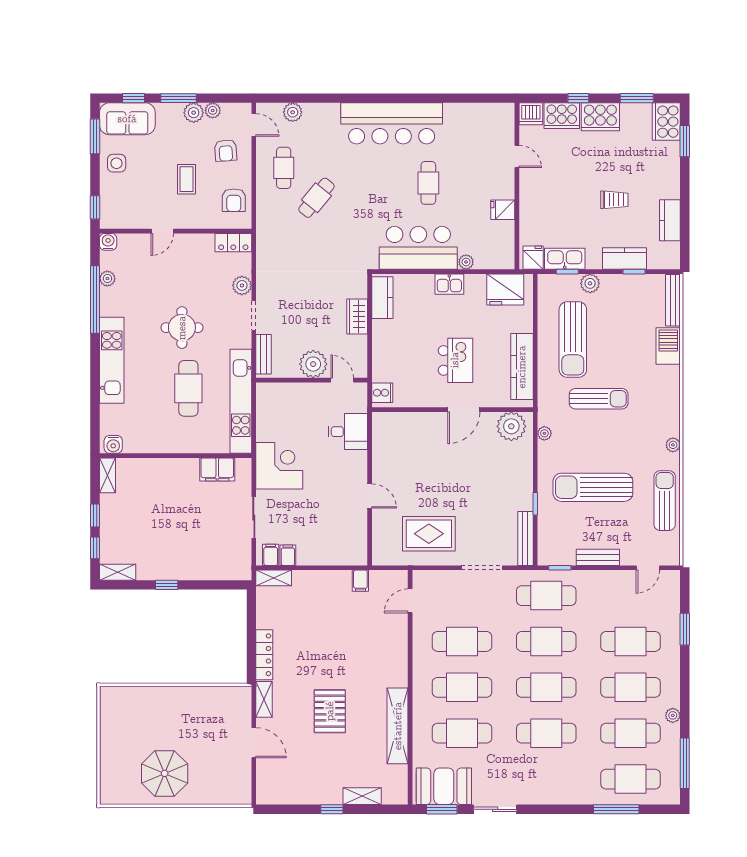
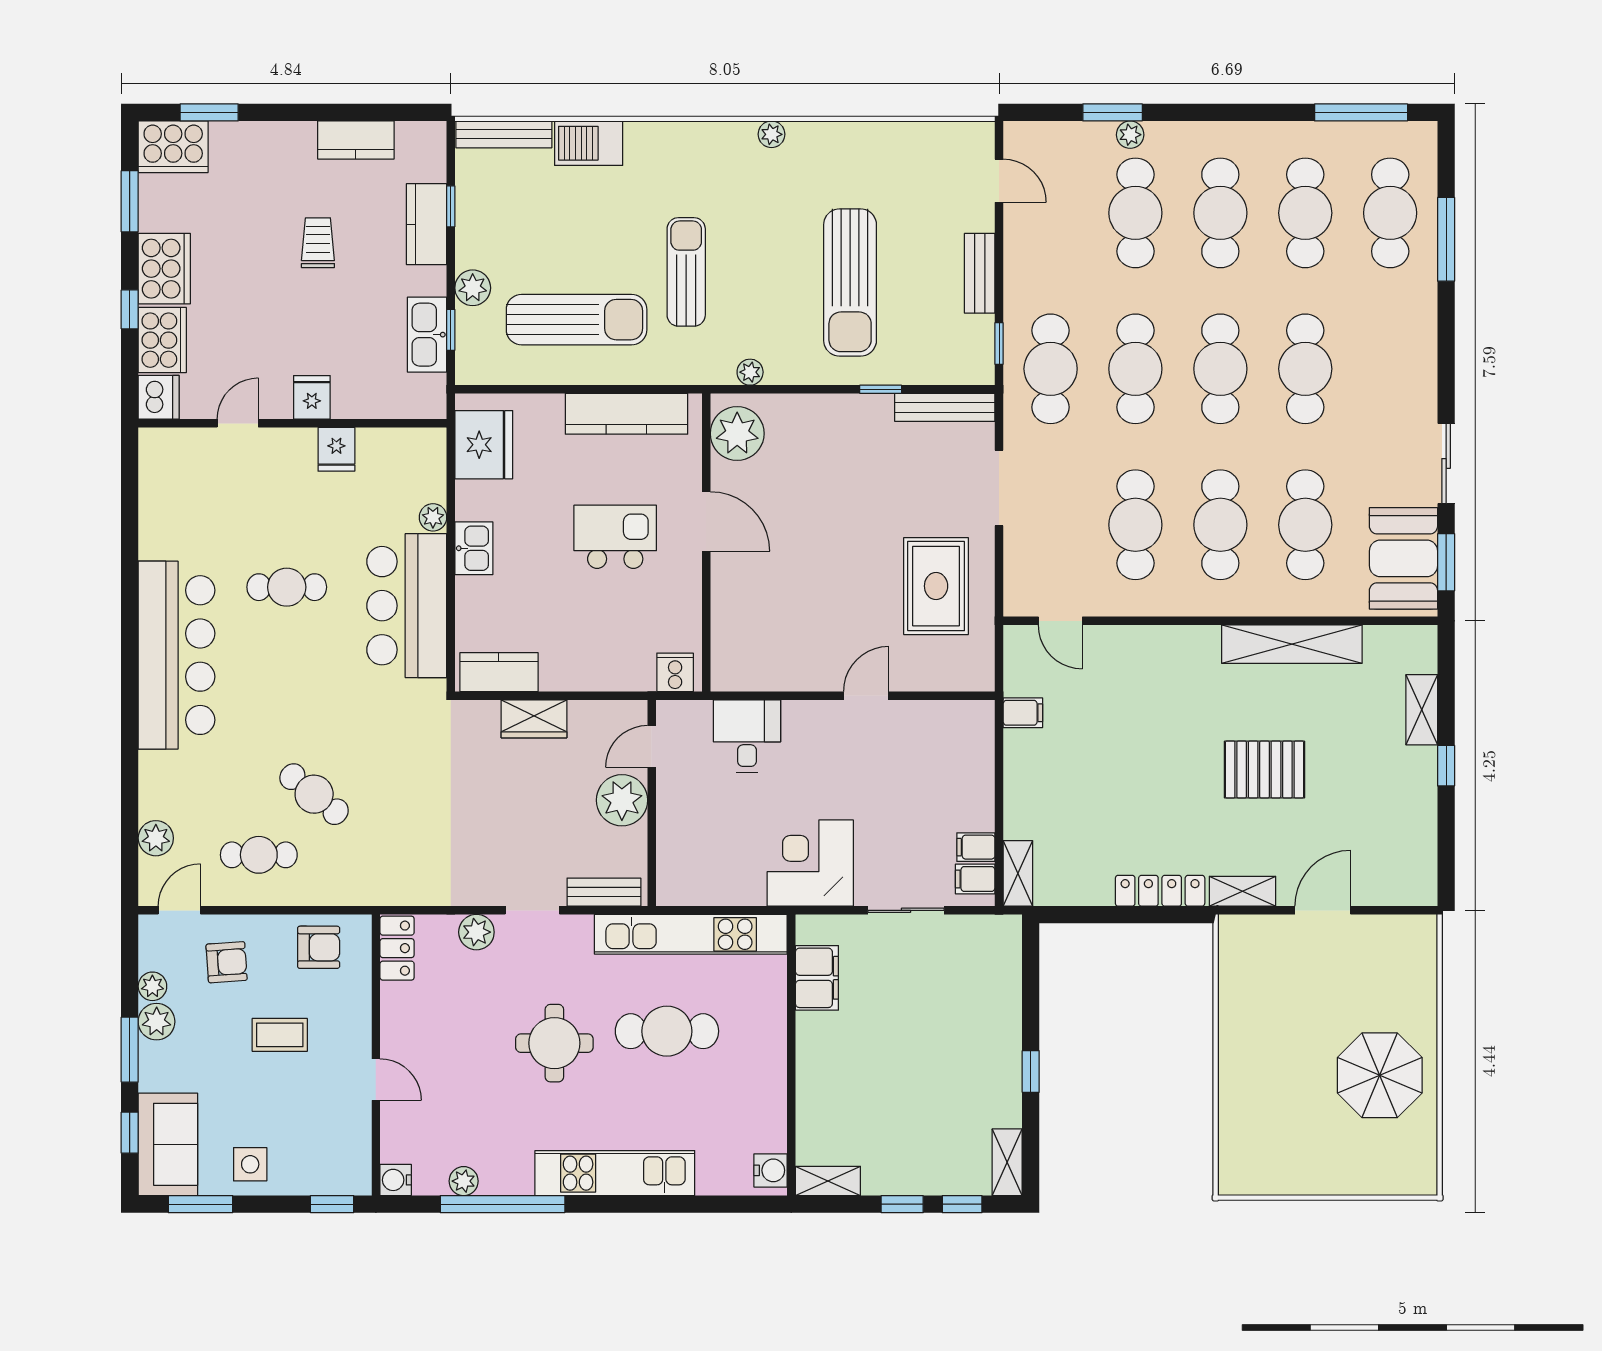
fridge: (533, 258) -> (312, 397), moved, turned 90
sun lounger: (665, 501) -> (875, 150), removed
plant: (673, 715) -> (1130, 135), moved

